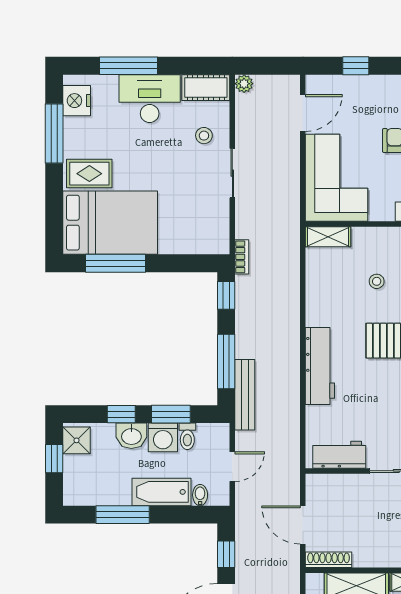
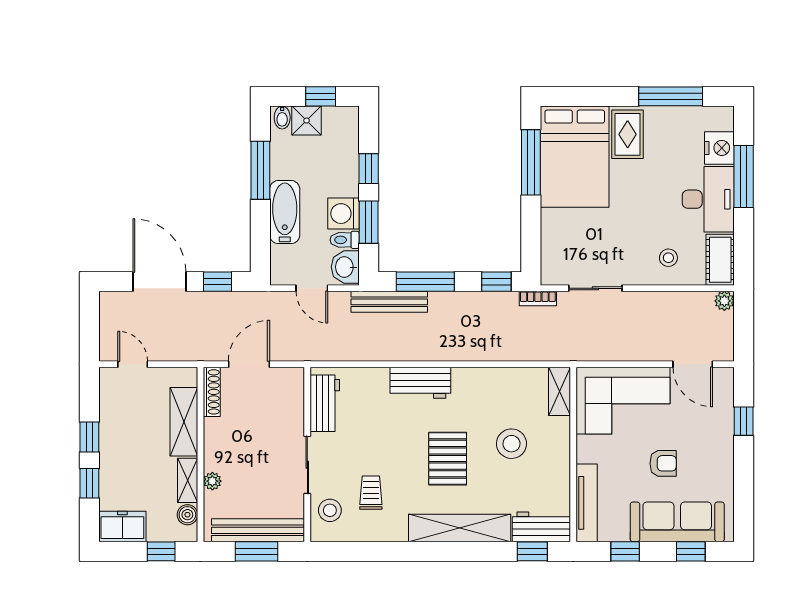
nightstand: (77, 101) -> (719, 148), moved, turned 90
sliding door: (232, 173) -> (595, 288), moved
stool: (377, 281) -> (511, 444), width x1.89, depth x1.89
workbench: (320, 366) -> (420, 383), width x0.73
washbasin: (131, 436) -> (345, 267), moved
shower: (77, 440) -> (307, 121), moved
bidet: (200, 495) -> (282, 118), moved, turned 90

